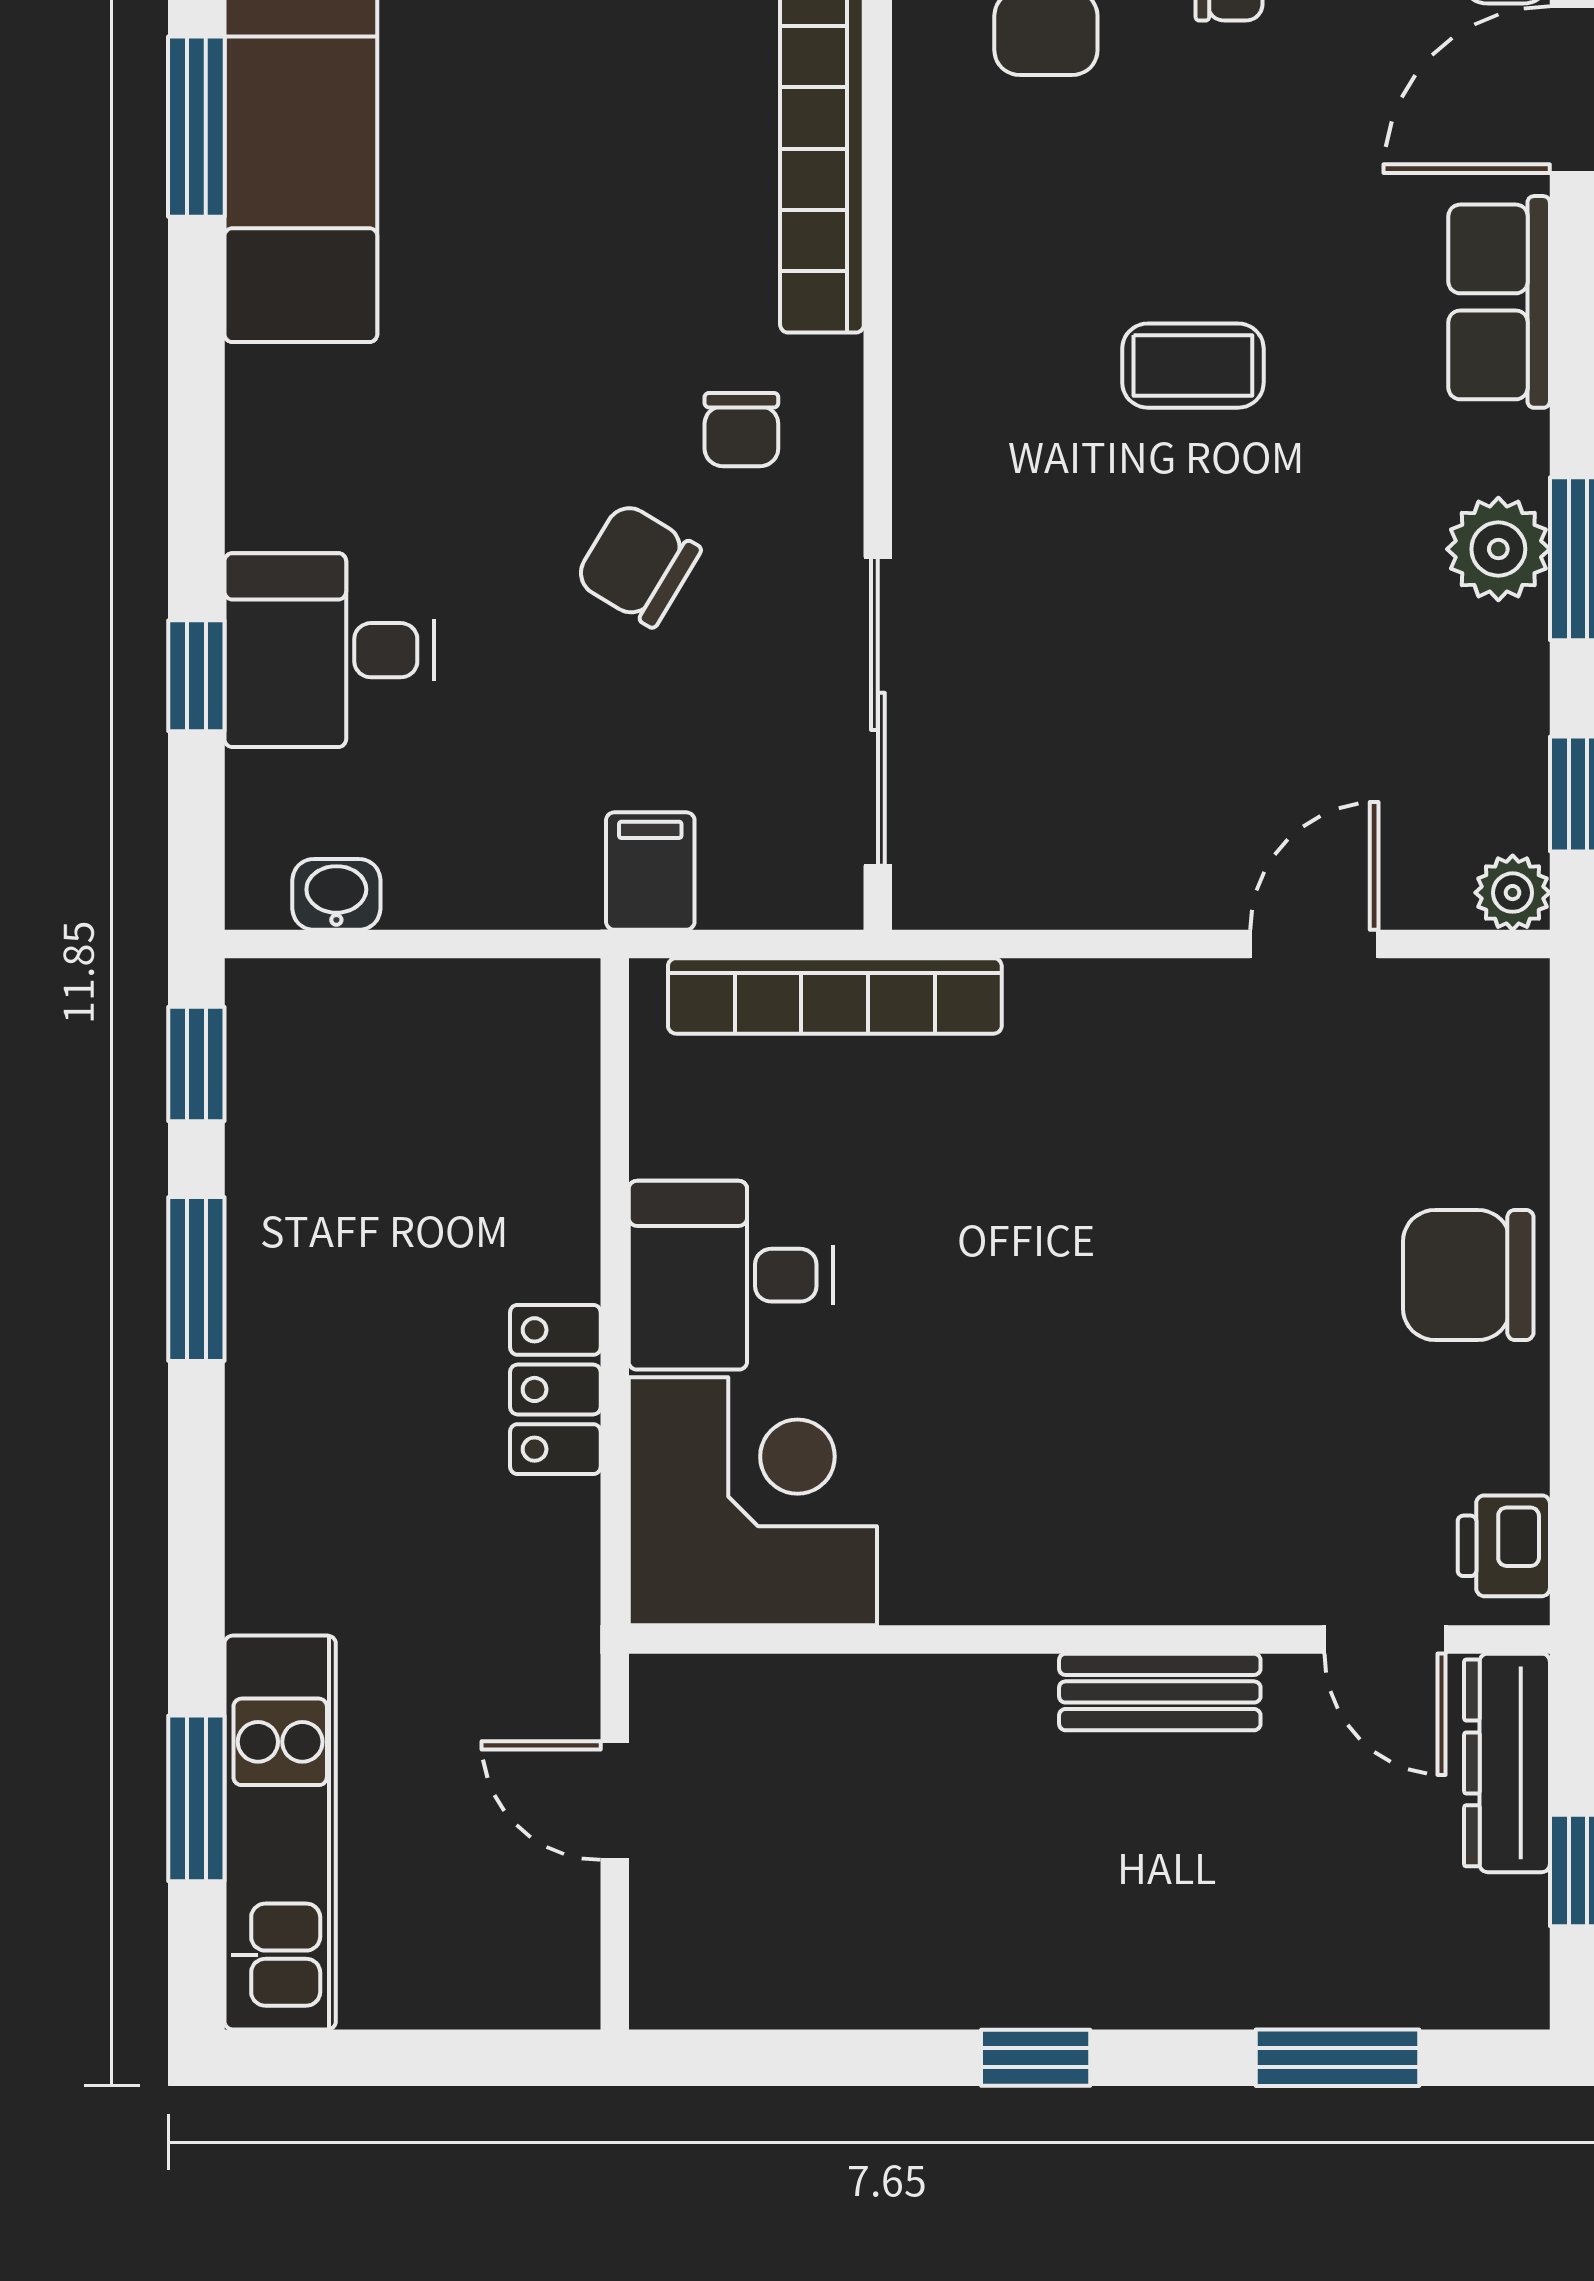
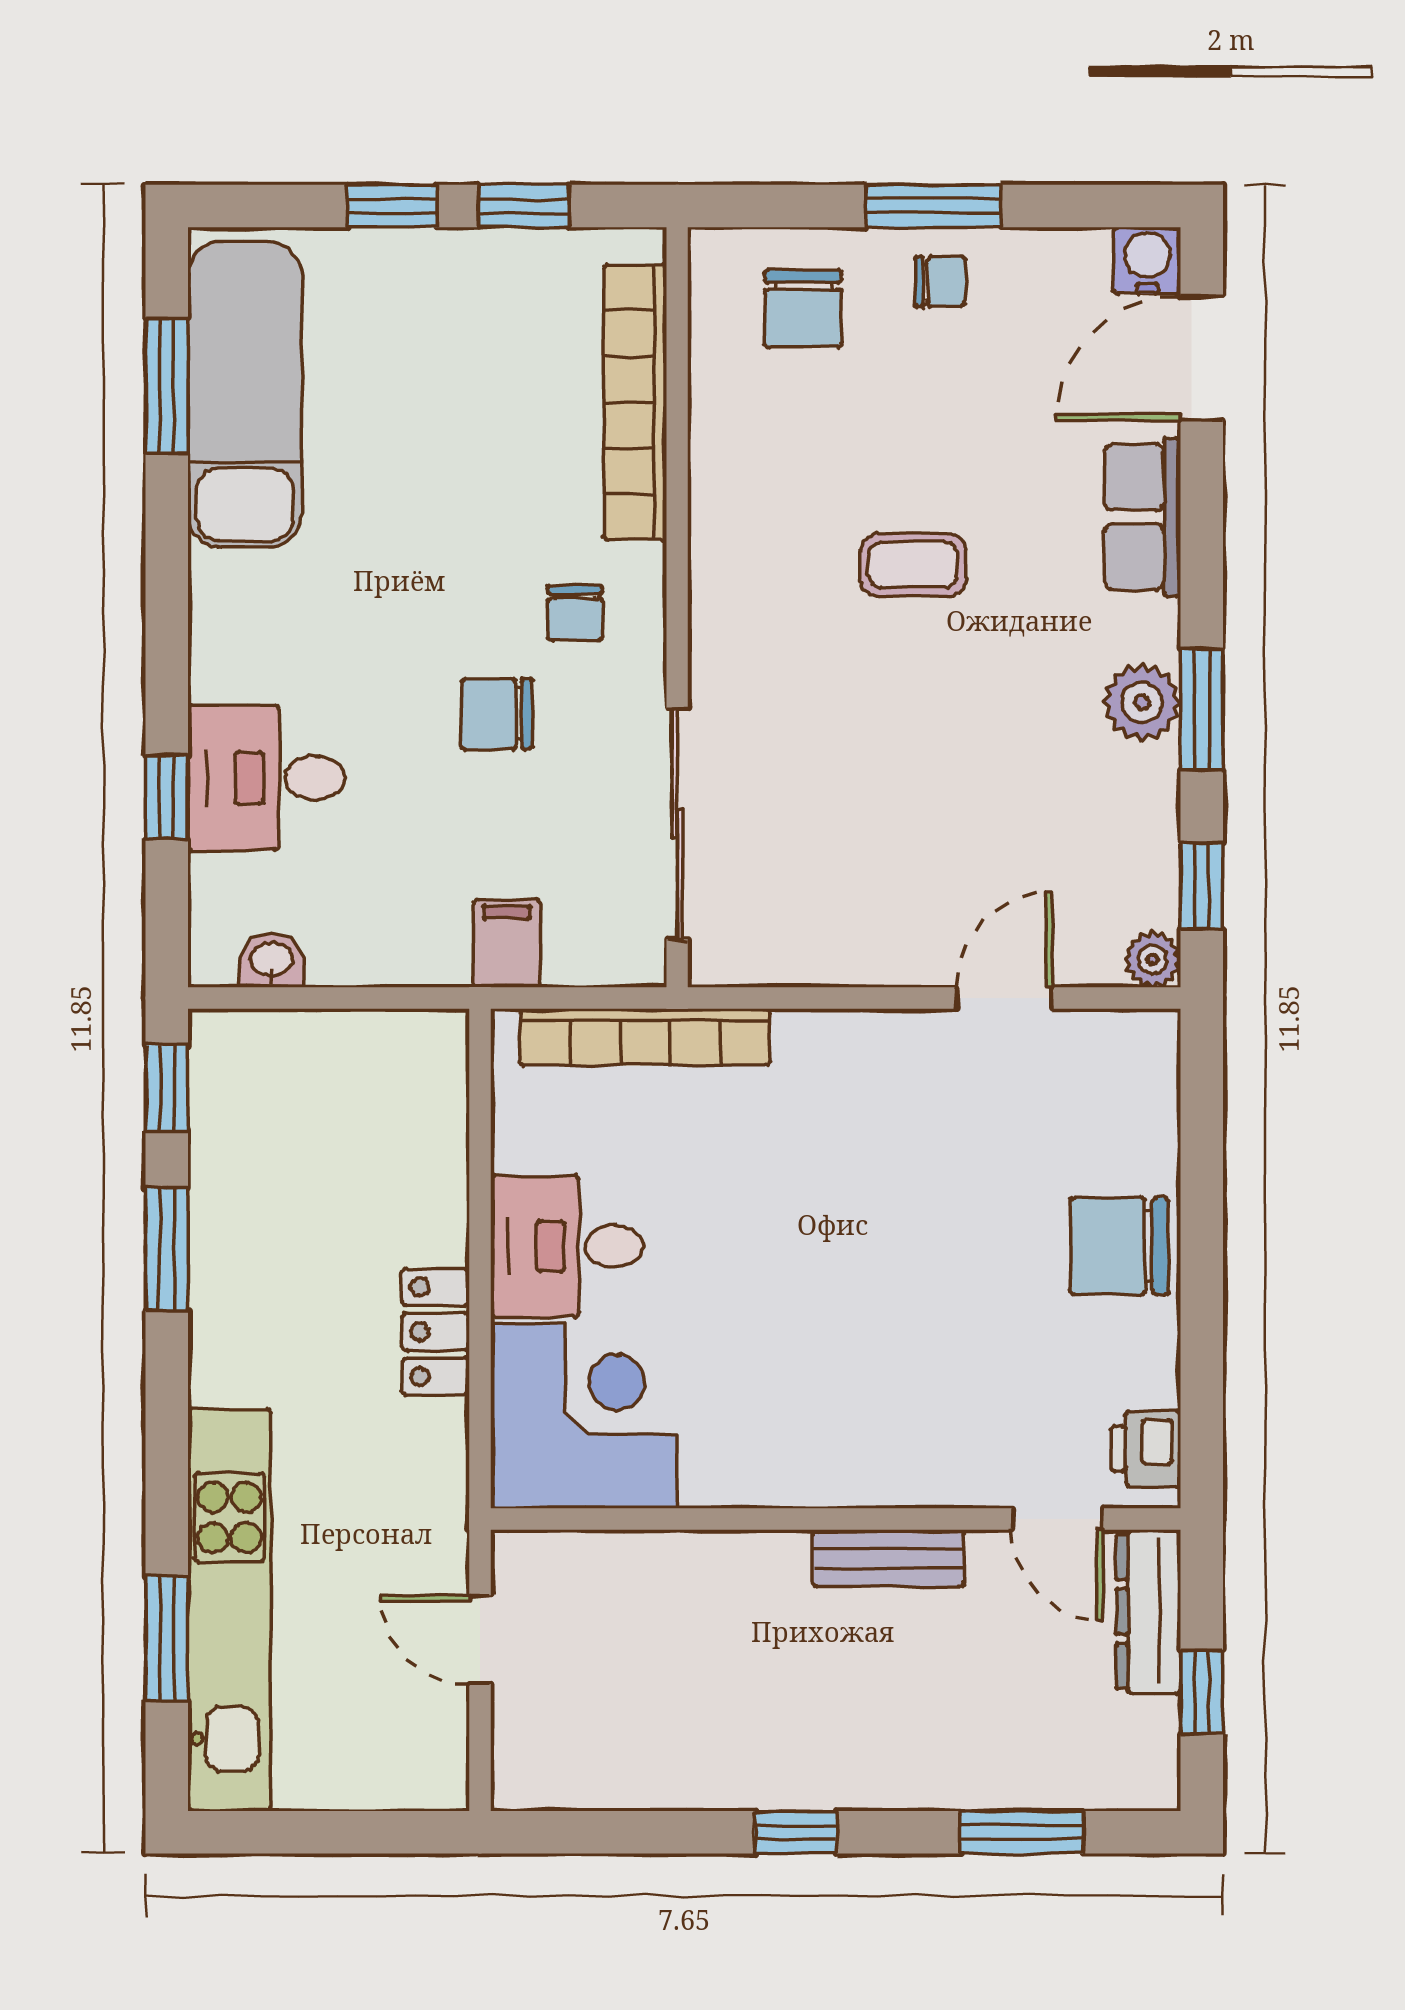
chair: (638, 565) -> (497, 714), turned -31
kitchen unit: (280, 1832) -> (229, 1610), width x1.36

